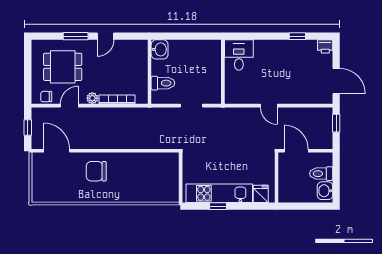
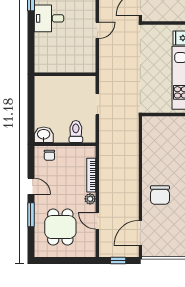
desk: (239, 55) -> (49, 18), moved
chair: (46, 97) -> (49, 155), moved

